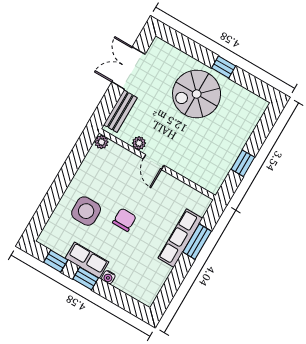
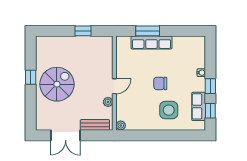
spiral stairs: (197, 94) -> (57, 84), turned -90
row of seats: (87, 260) -> (199, 106), moved

